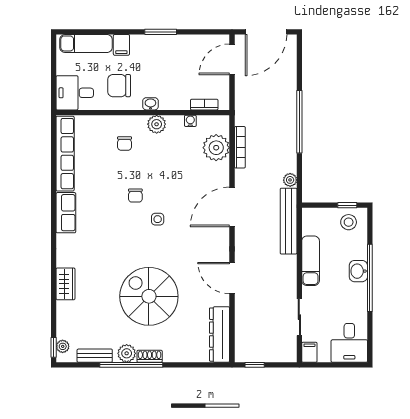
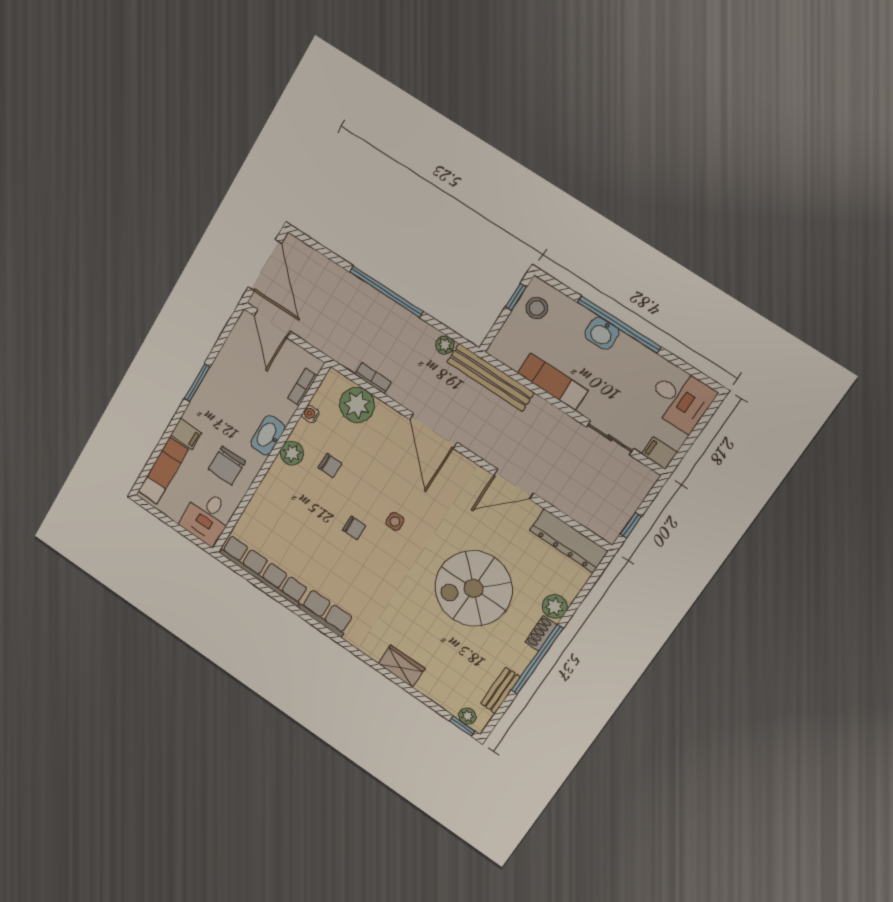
washbasin: (150, 104) -> (268, 435), width x1.91, depth x1.45
chair: (125, 143) -> (330, 466), moved
bookcase: (240, 147) -> (373, 378), width x0.64
plant: (127, 353) -> (555, 607), moved

